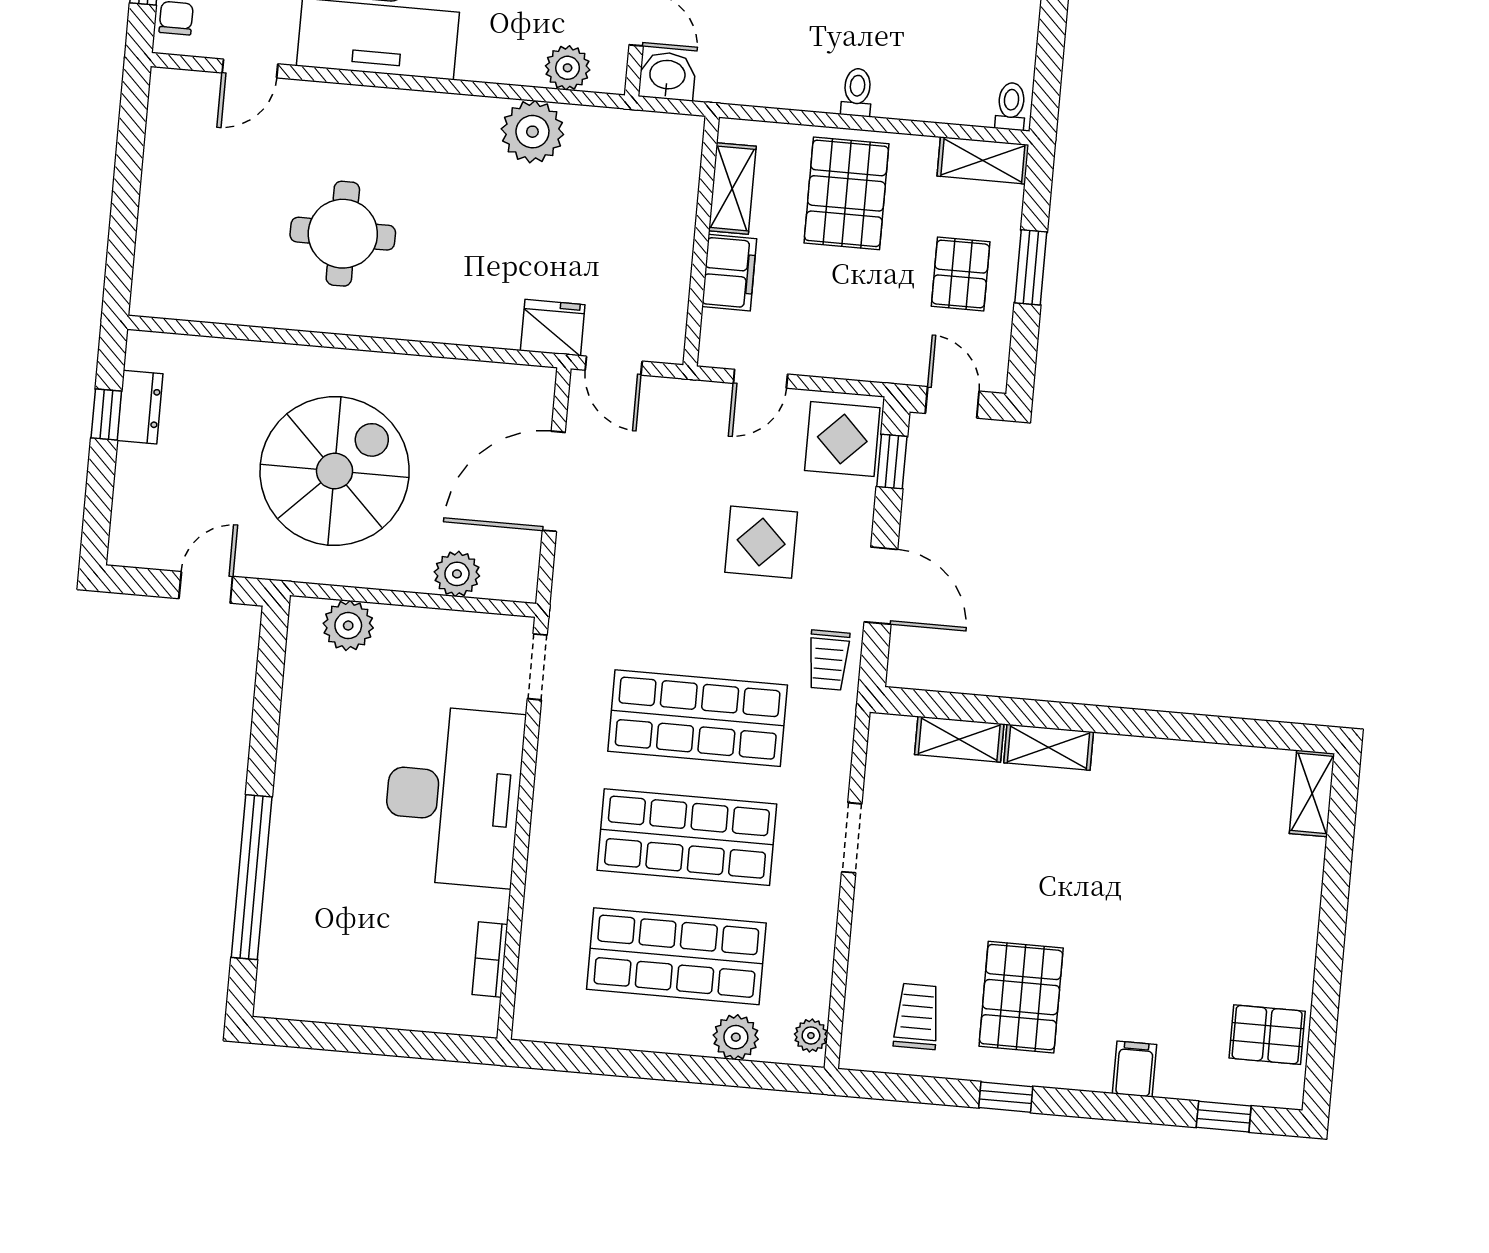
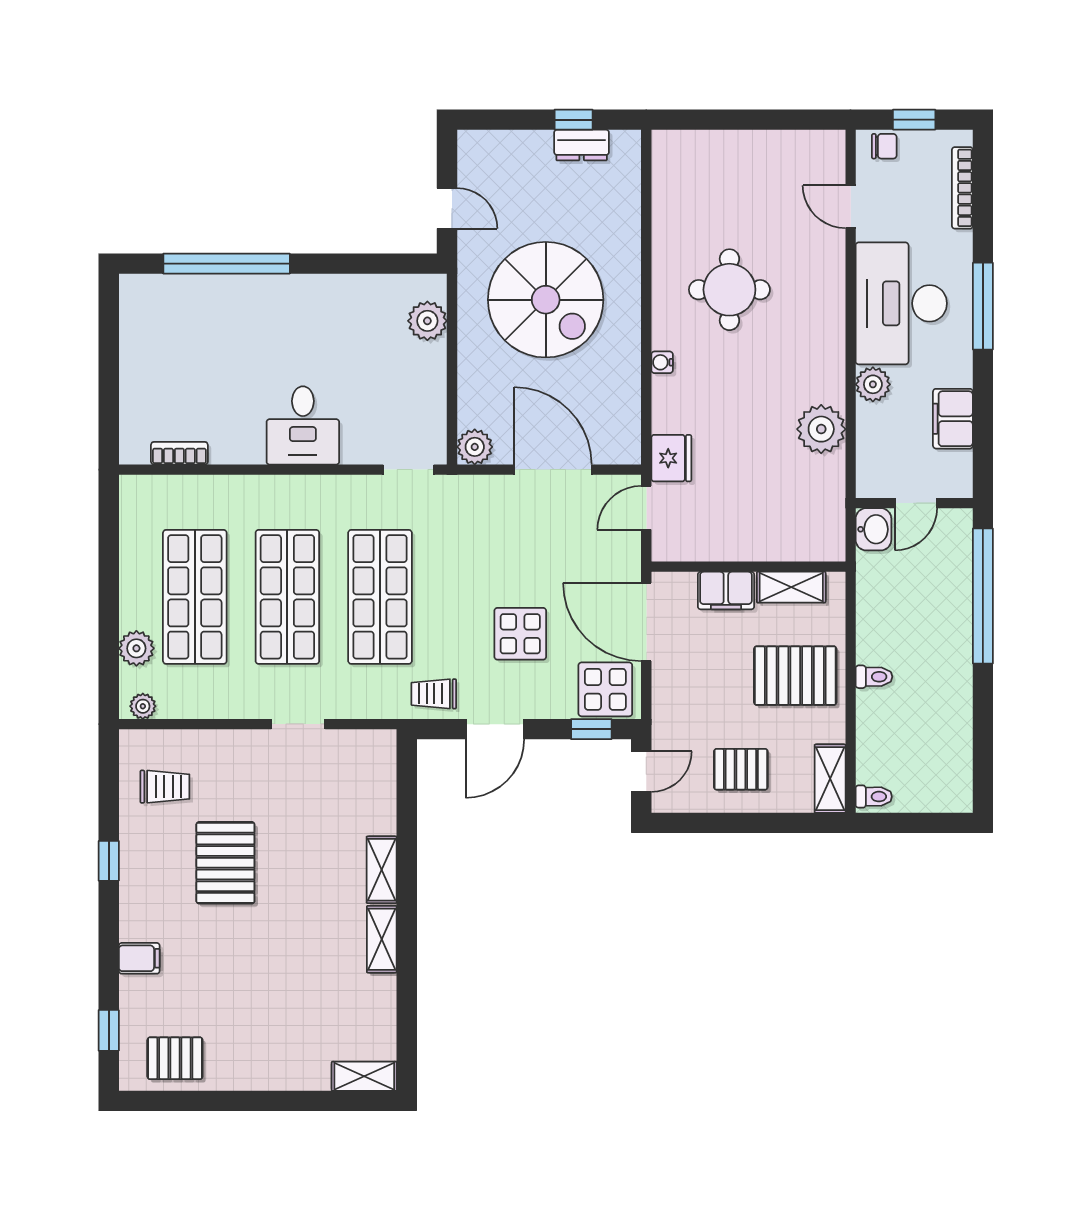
plant: (568, 68) -> (873, 384), moved
window: (1031, 267) -> (751, 823), removed
water cooler: (428, 329) -> (662, 362), added
door: (760, 379) -> (646, 622), width x1.87
plant: (457, 574) -> (475, 447), moved
shelving: (959, 739) -> (382, 939), moved
desk: (453, 796) -> (303, 425), width x0.53, depth x0.77
pallet: (1021, 997) -> (225, 863), moved, turned 90
pallet: (1267, 1035) -> (175, 1058), turned 90

